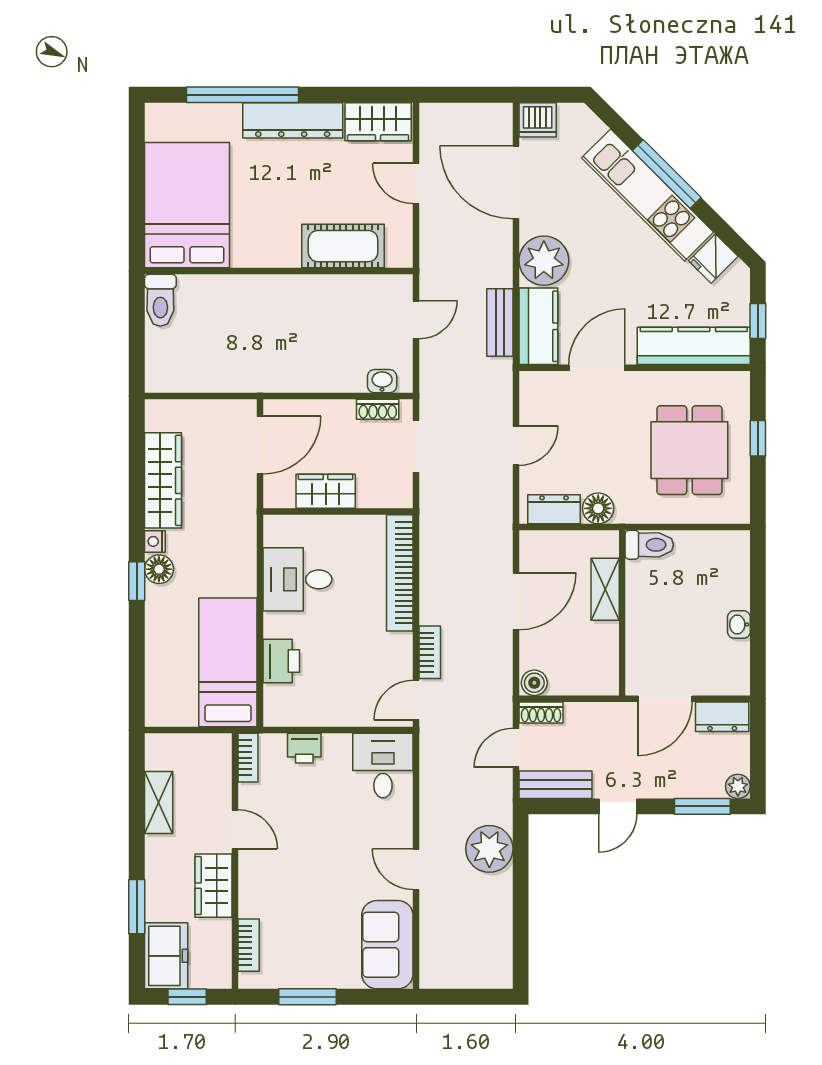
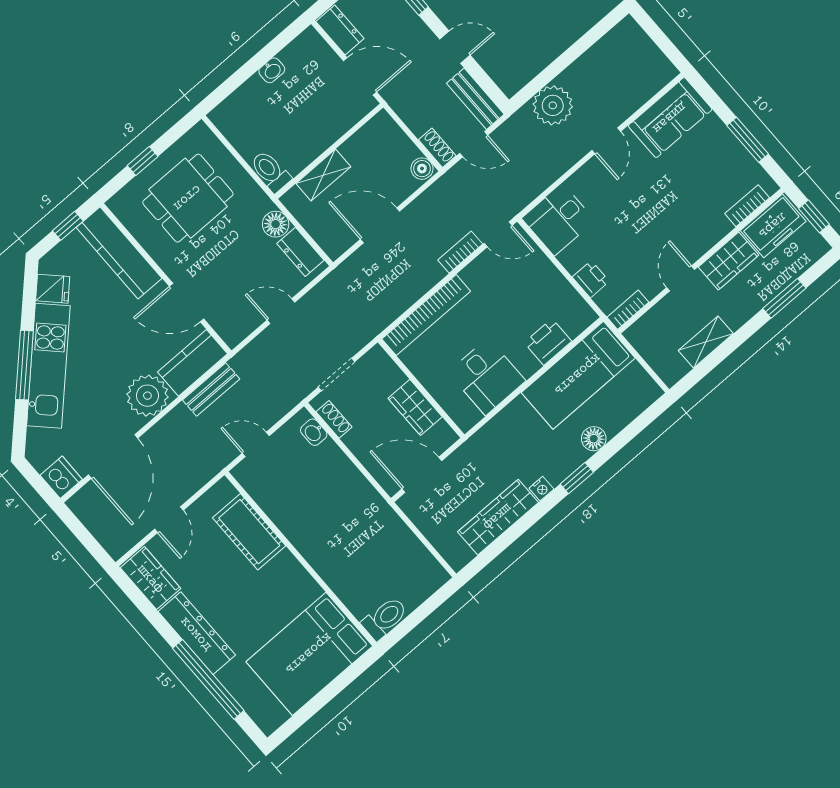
floor lamp: (159, 569) -> (594, 439), moved
freezer: (166, 956) -> (773, 226), moved, turned 180

